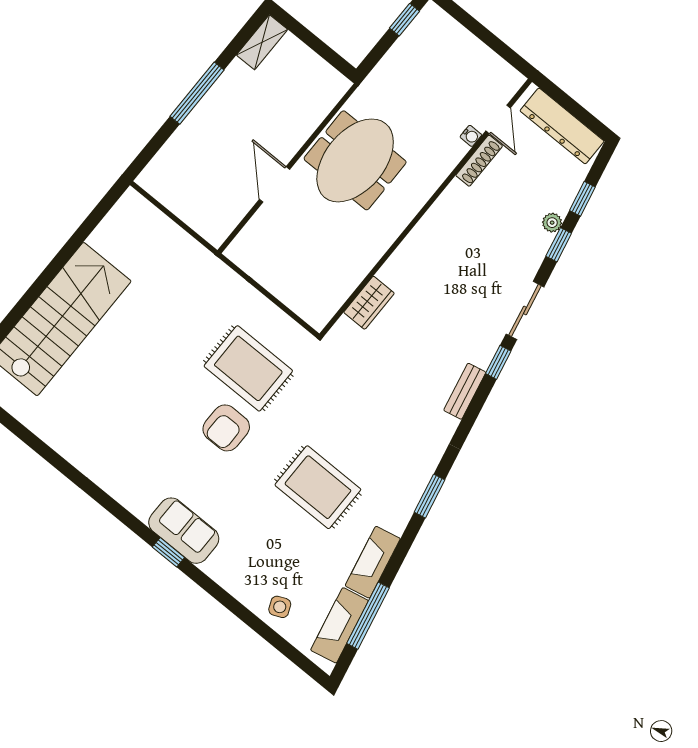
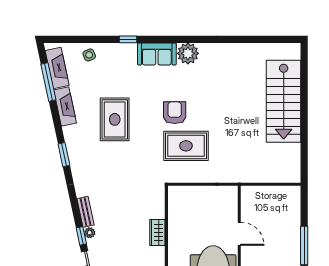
wardrobe: (369, 303) -> (157, 232), moved
plant: (483, 357) -> (90, 233), added
rug: (318, 487) -> (115, 119), turned 90
plant: (140, 496) -> (188, 53), added
window: (168, 552) -> (128, 39), moved

